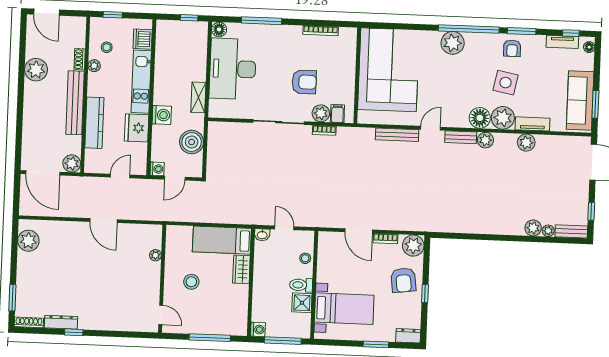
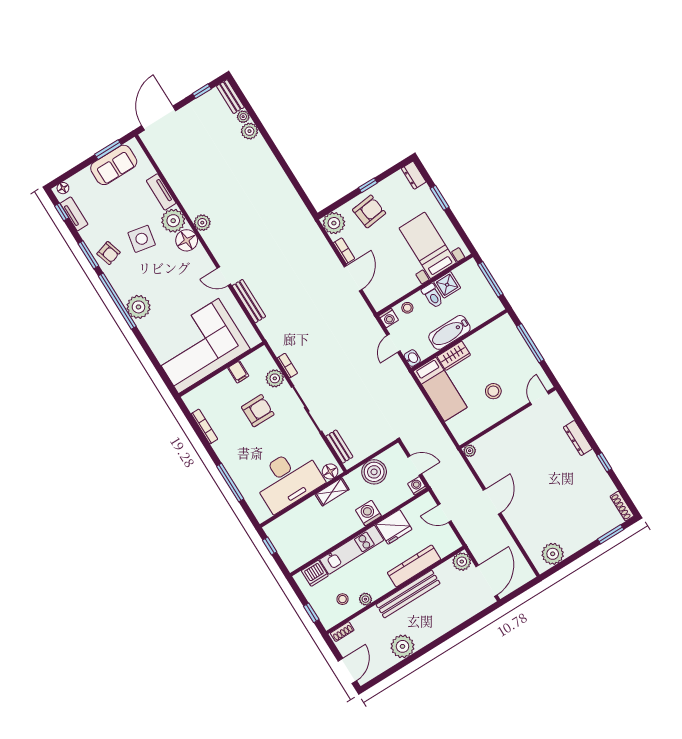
floor lamp: (219, 29) -> (330, 471), moved
armchair: (512, 48) -> (109, 253), turned 73
shoe rack: (80, 59) -> (342, 632), moved
armchair: (304, 82) -> (258, 411), turned 90
sofa: (580, 100) -> (114, 165), width x0.73
filing cabinet: (337, 114) -> (238, 372), moved, turned -90
bench: (461, 137) -> (339, 447), moved
plant: (526, 143) -> (181, 186), removed
plant: (155, 255) -> (470, 451), moved
bathtub: (262, 279) -> (449, 332), added
dresser: (61, 322) -> (578, 438), moved
washing machine: (258, 329) -> (389, 318), moved, turned 180

